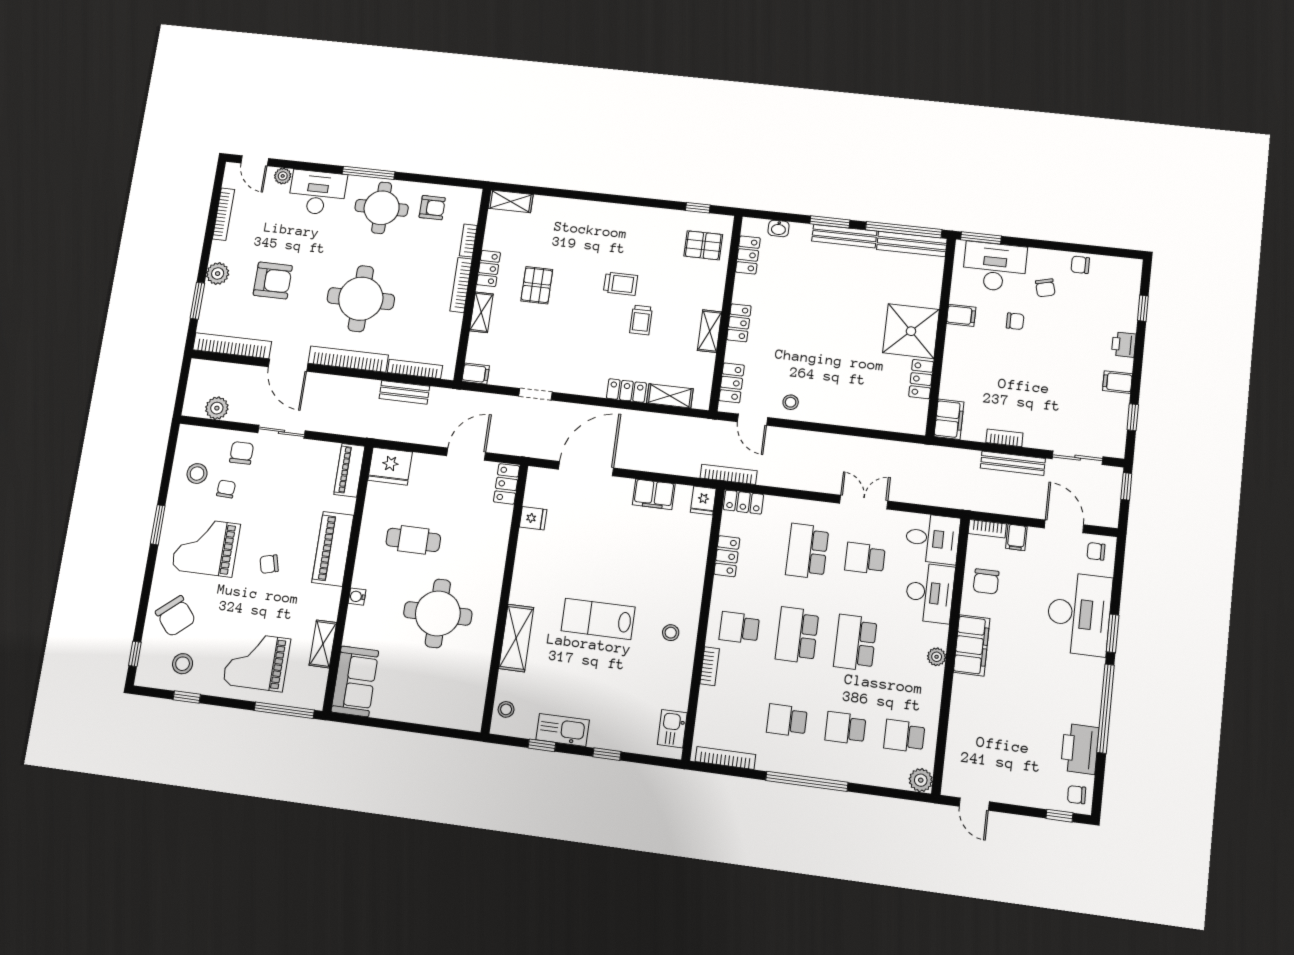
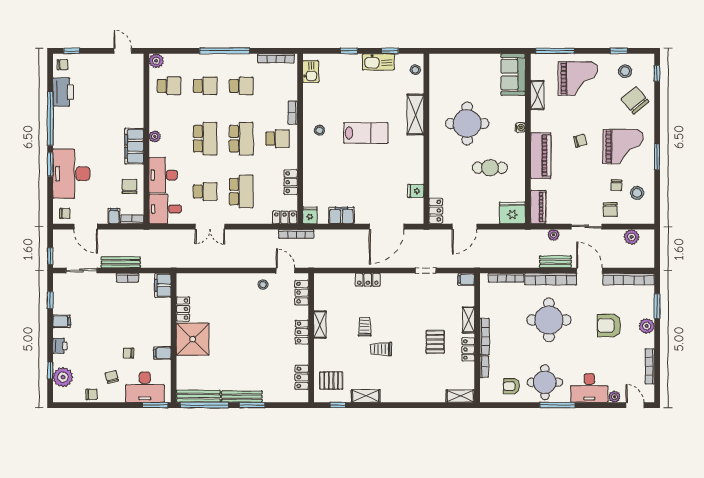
washbasin: (779, 228) -> (284, 397), removed
plant: (1123, 296) -> (63, 377), added
bench: (404, 392) -> (555, 262), moved
shelving: (670, 396) -> (366, 396), moved
plant: (333, 425) -> (554, 235), added

